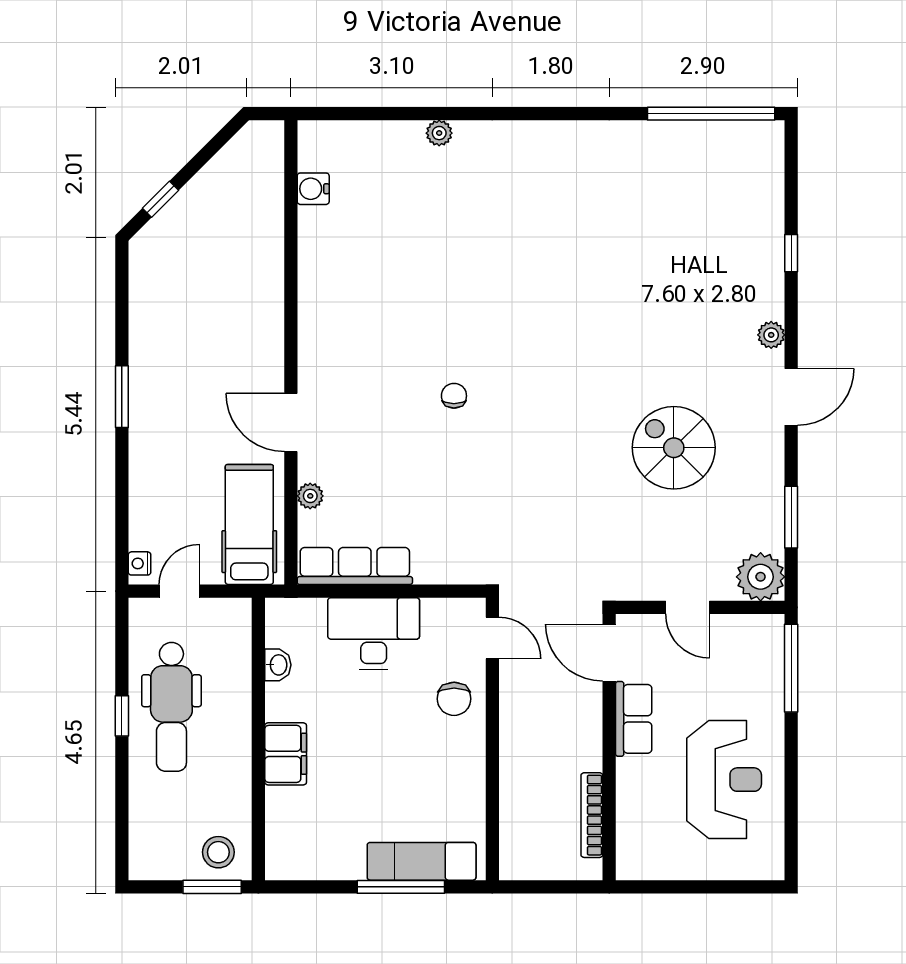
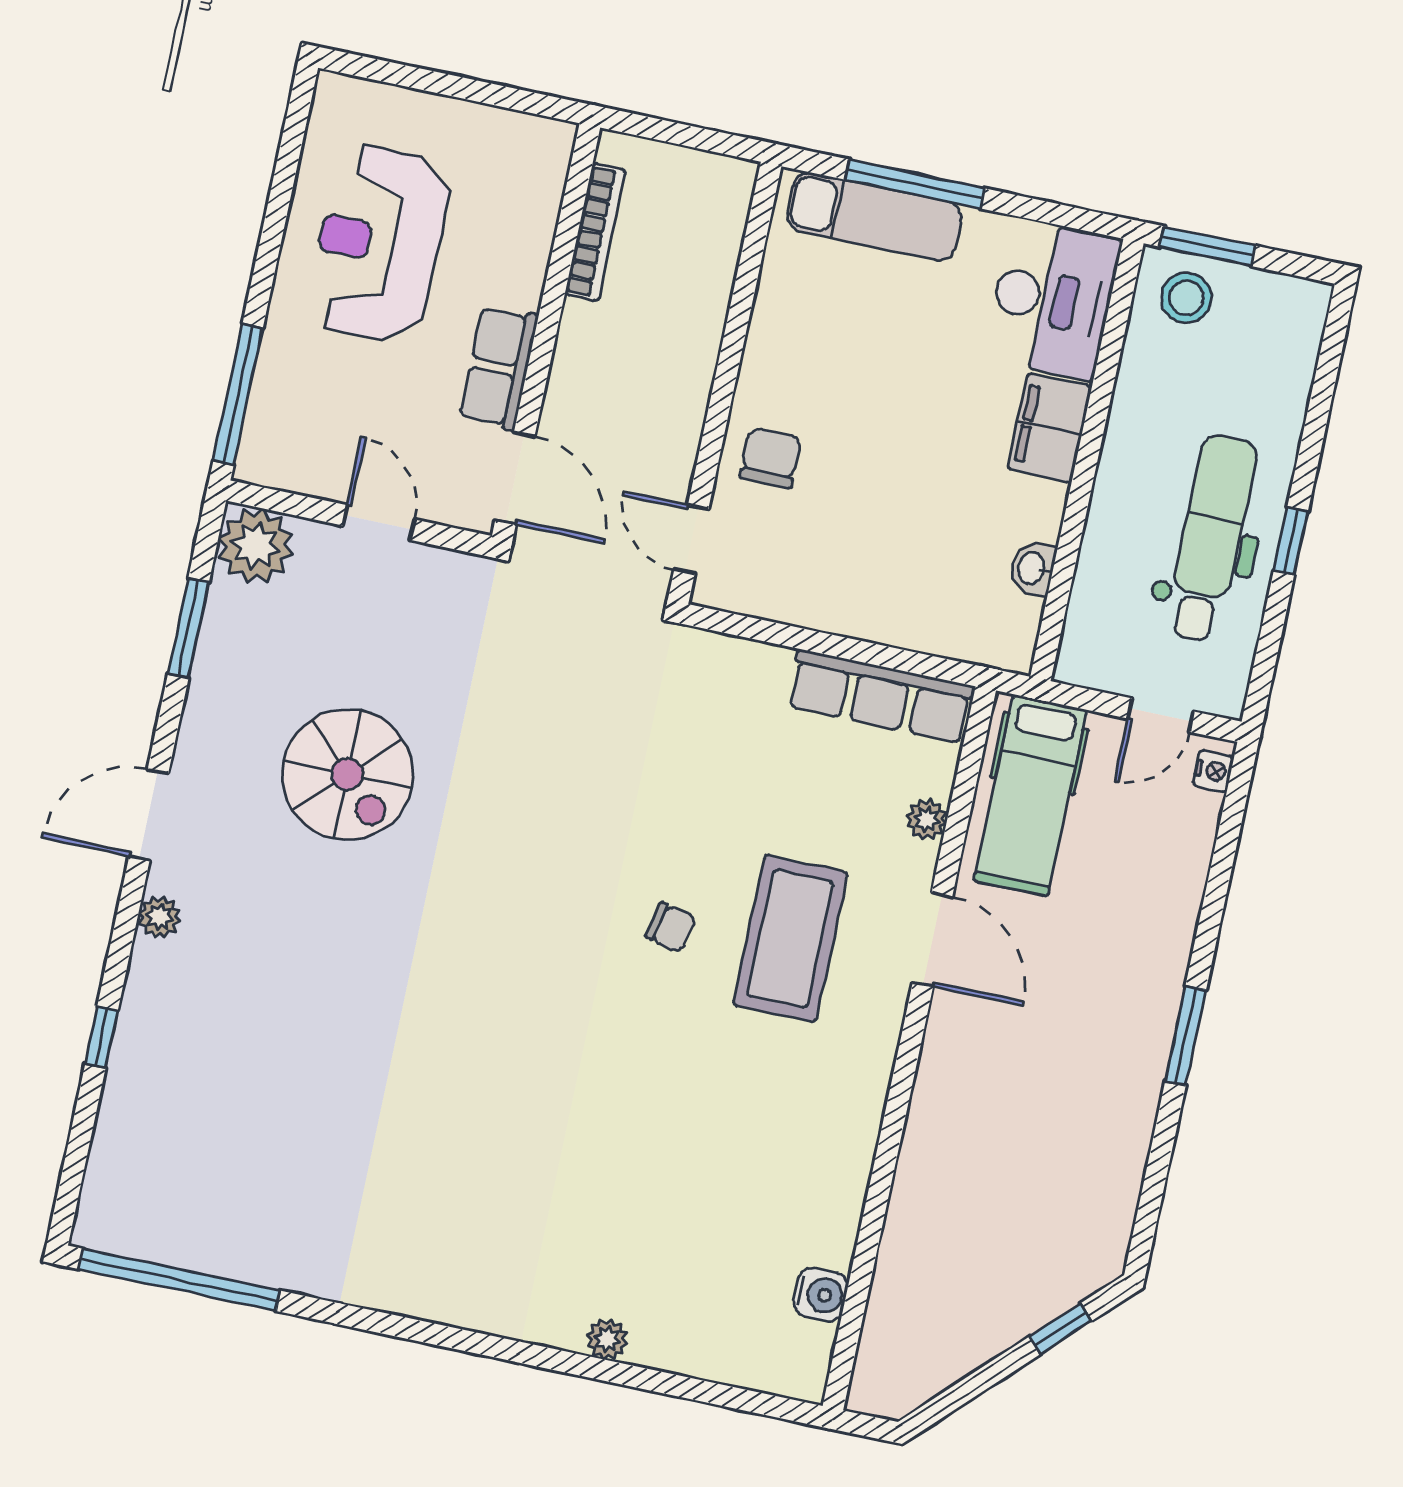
chair: (454, 396) -> (671, 927), turned -78
coffee table: (379, 404) -> (790, 939), added
desk: (374, 634) -> (1052, 300), moved, turned -90

